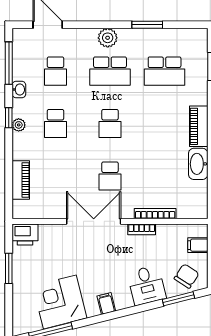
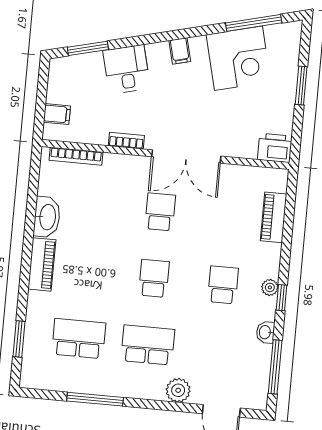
window: (147, 25) -> (95, 399), width x1.44
plant: (108, 38) -> (178, 390), moved
school desk: (55, 71) -> (217, 351), removed
bookcase: (155, 214) -> (76, 156), moved
window: (9, 268) -> (301, 86), moved
chair: (187, 276) -> (75, 76), removed

